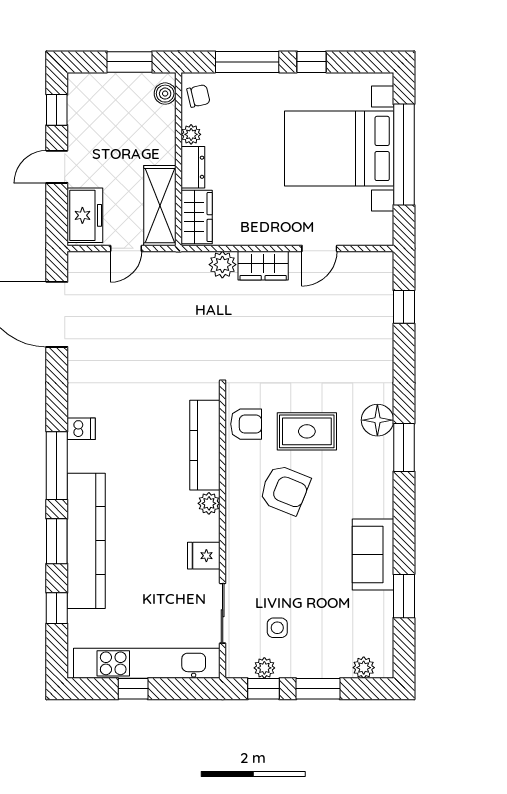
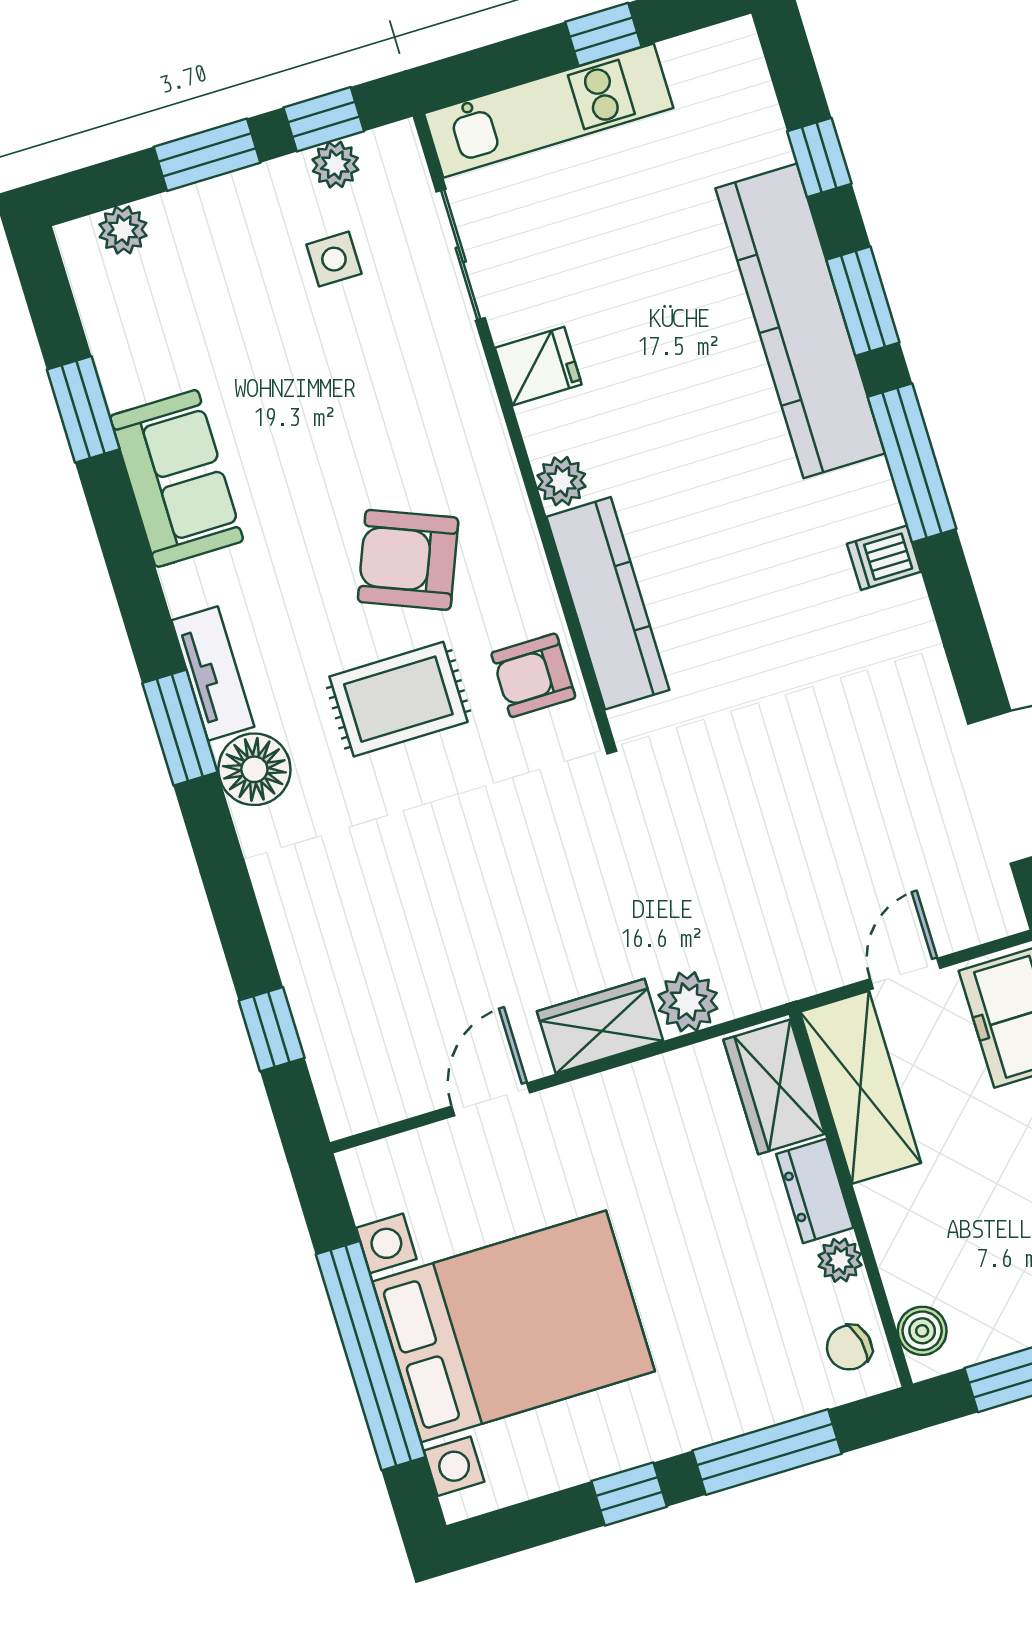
tv unit: (383, 466) -> (213, 673), added
kitchen unit: (147, 663) -> (549, 111), width x0.73

